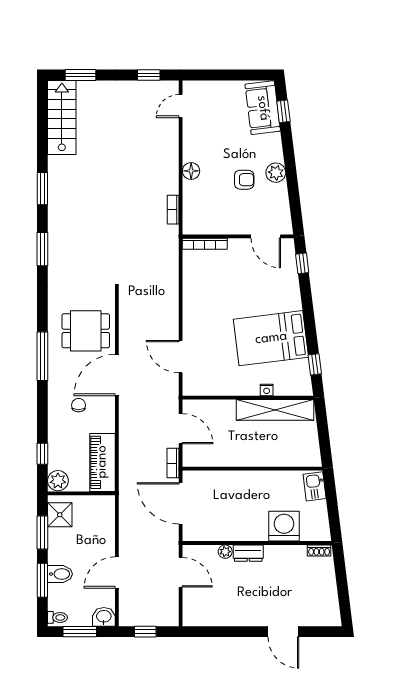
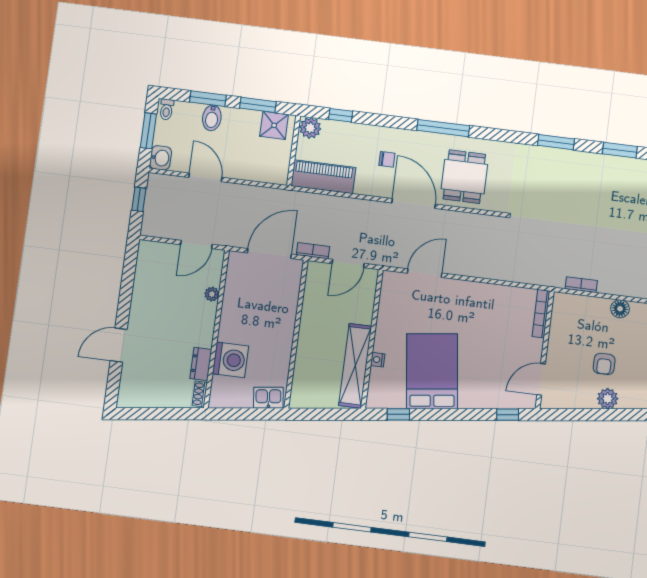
dresser: (248, 553) -> (201, 364), moved

